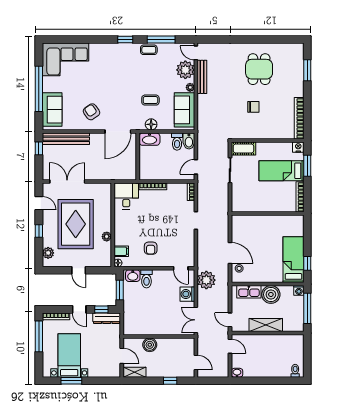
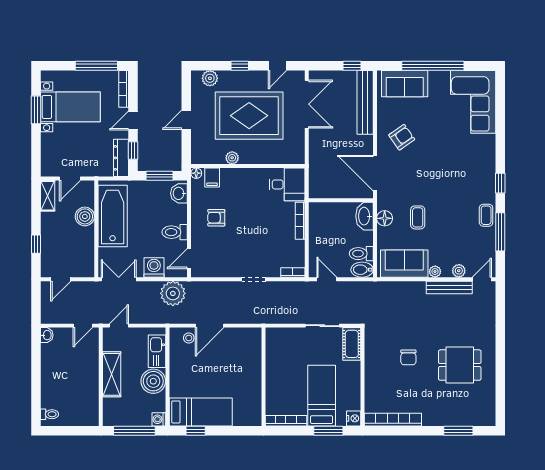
plant: (185, 70) -> (459, 271), width x0.53, depth x0.53
toilet: (146, 279) -> (175, 232), moved
bathtub: (149, 324) -> (113, 216), added

